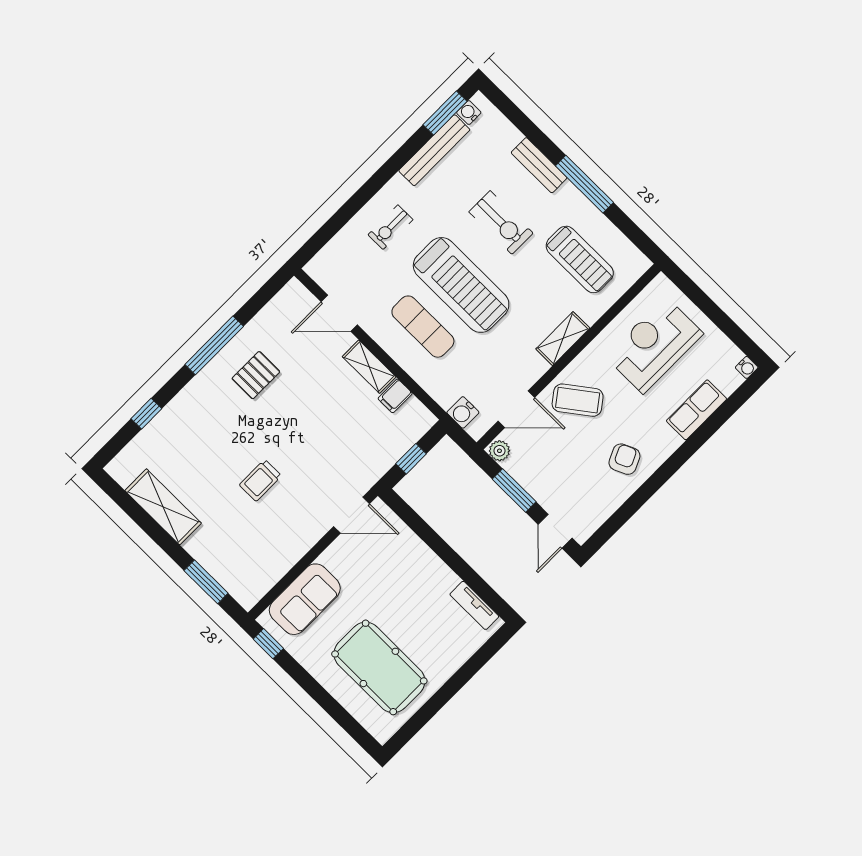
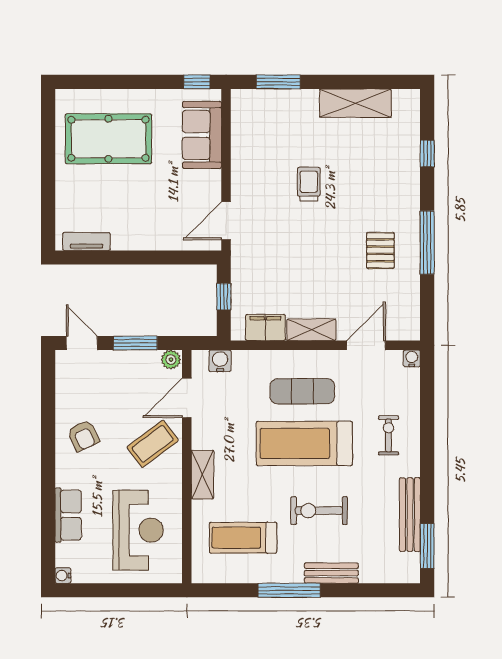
water cooler: (469, 113) -> (412, 358), moved, turned -90
filing cabinet: (395, 396) -> (265, 327), width x2.00

